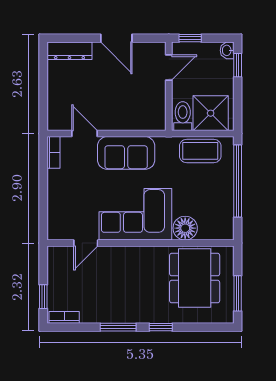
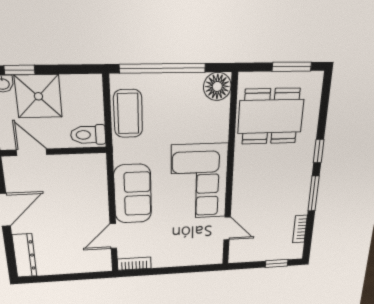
shower: (211, 113) -> (38, 96), moved
floor lamp: (185, 228) -> (217, 86), moved
bookcase: (64, 317) -> (300, 229), moved

